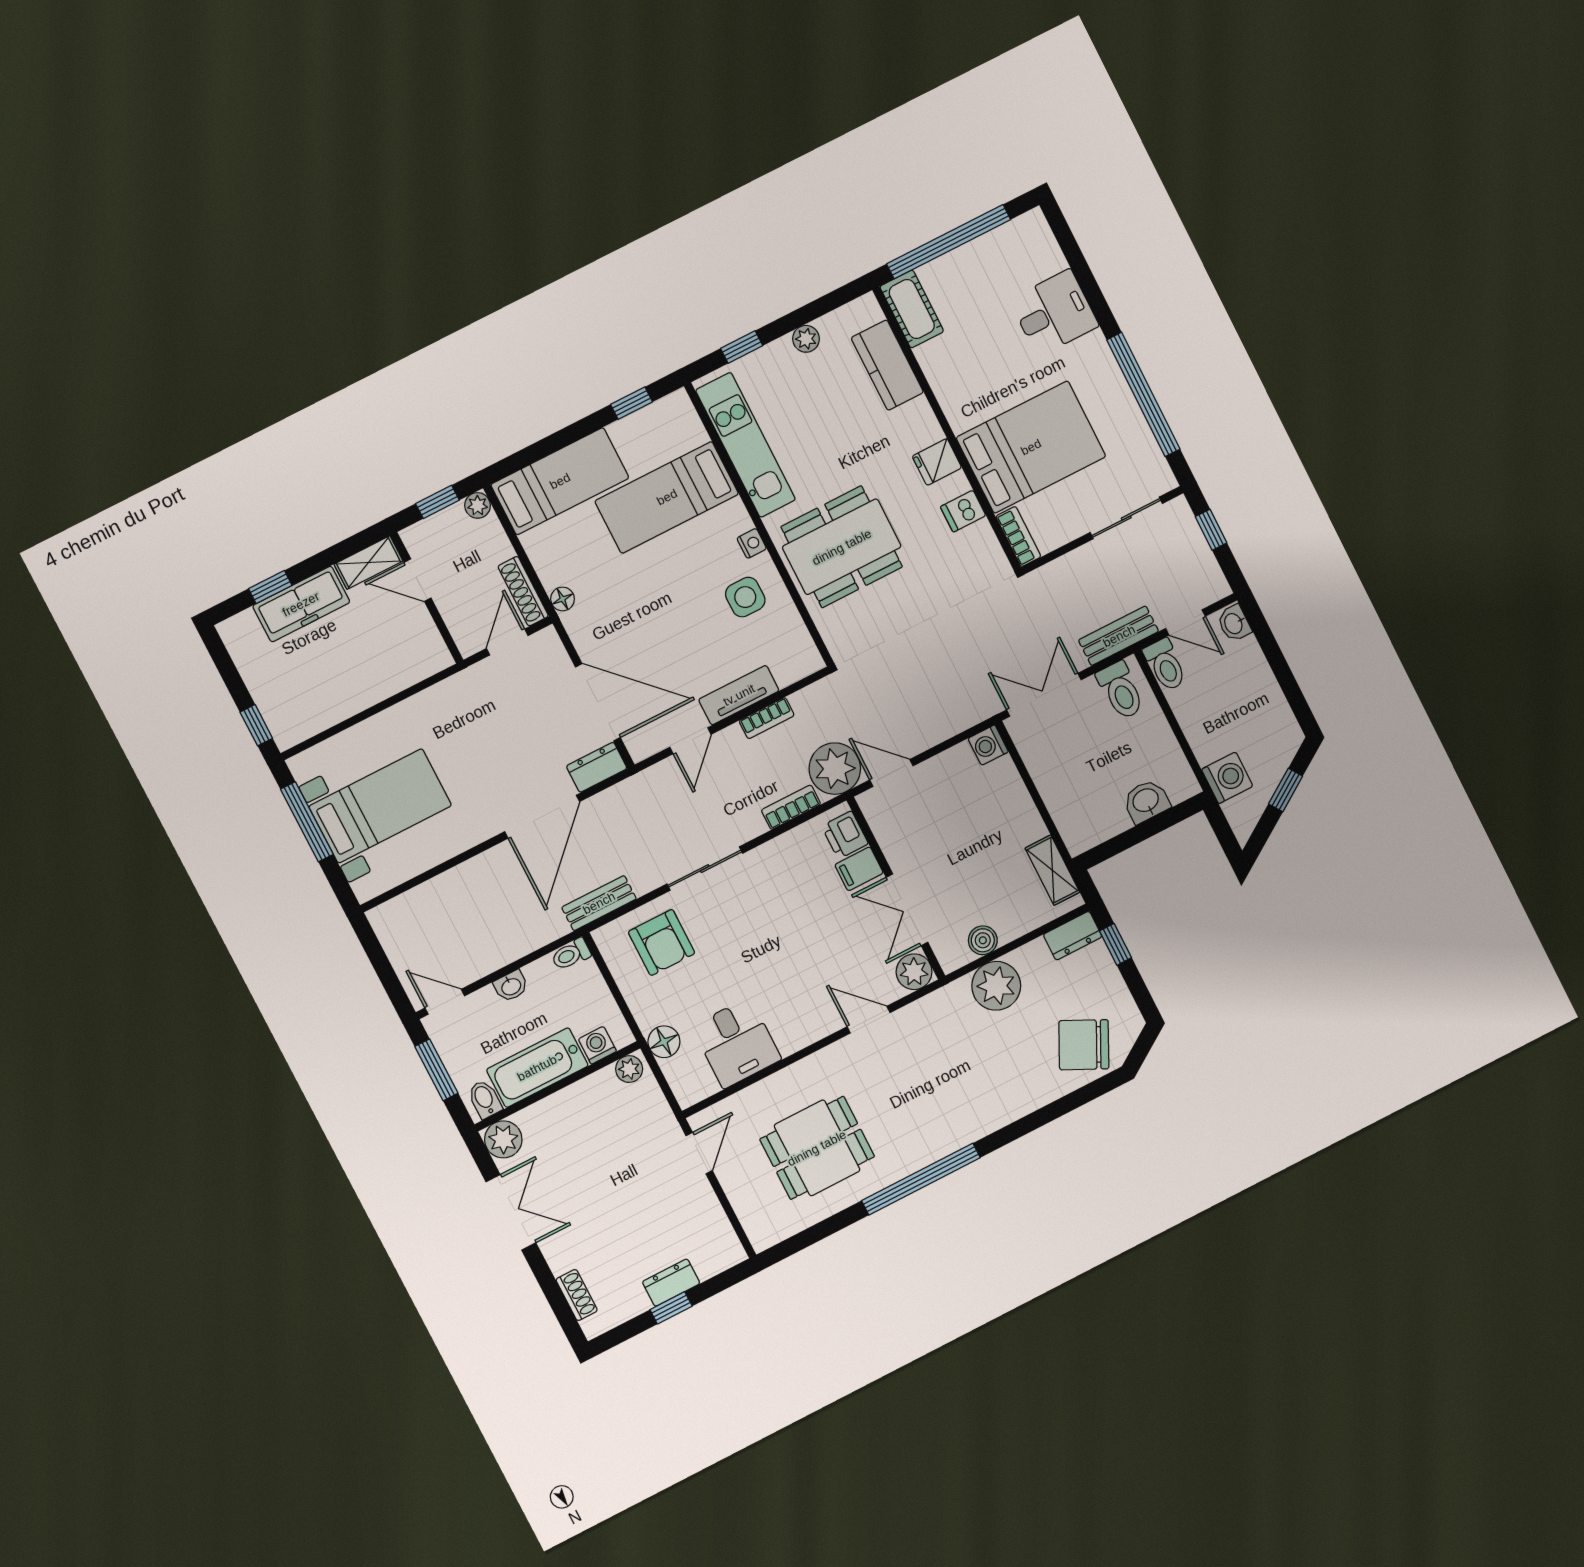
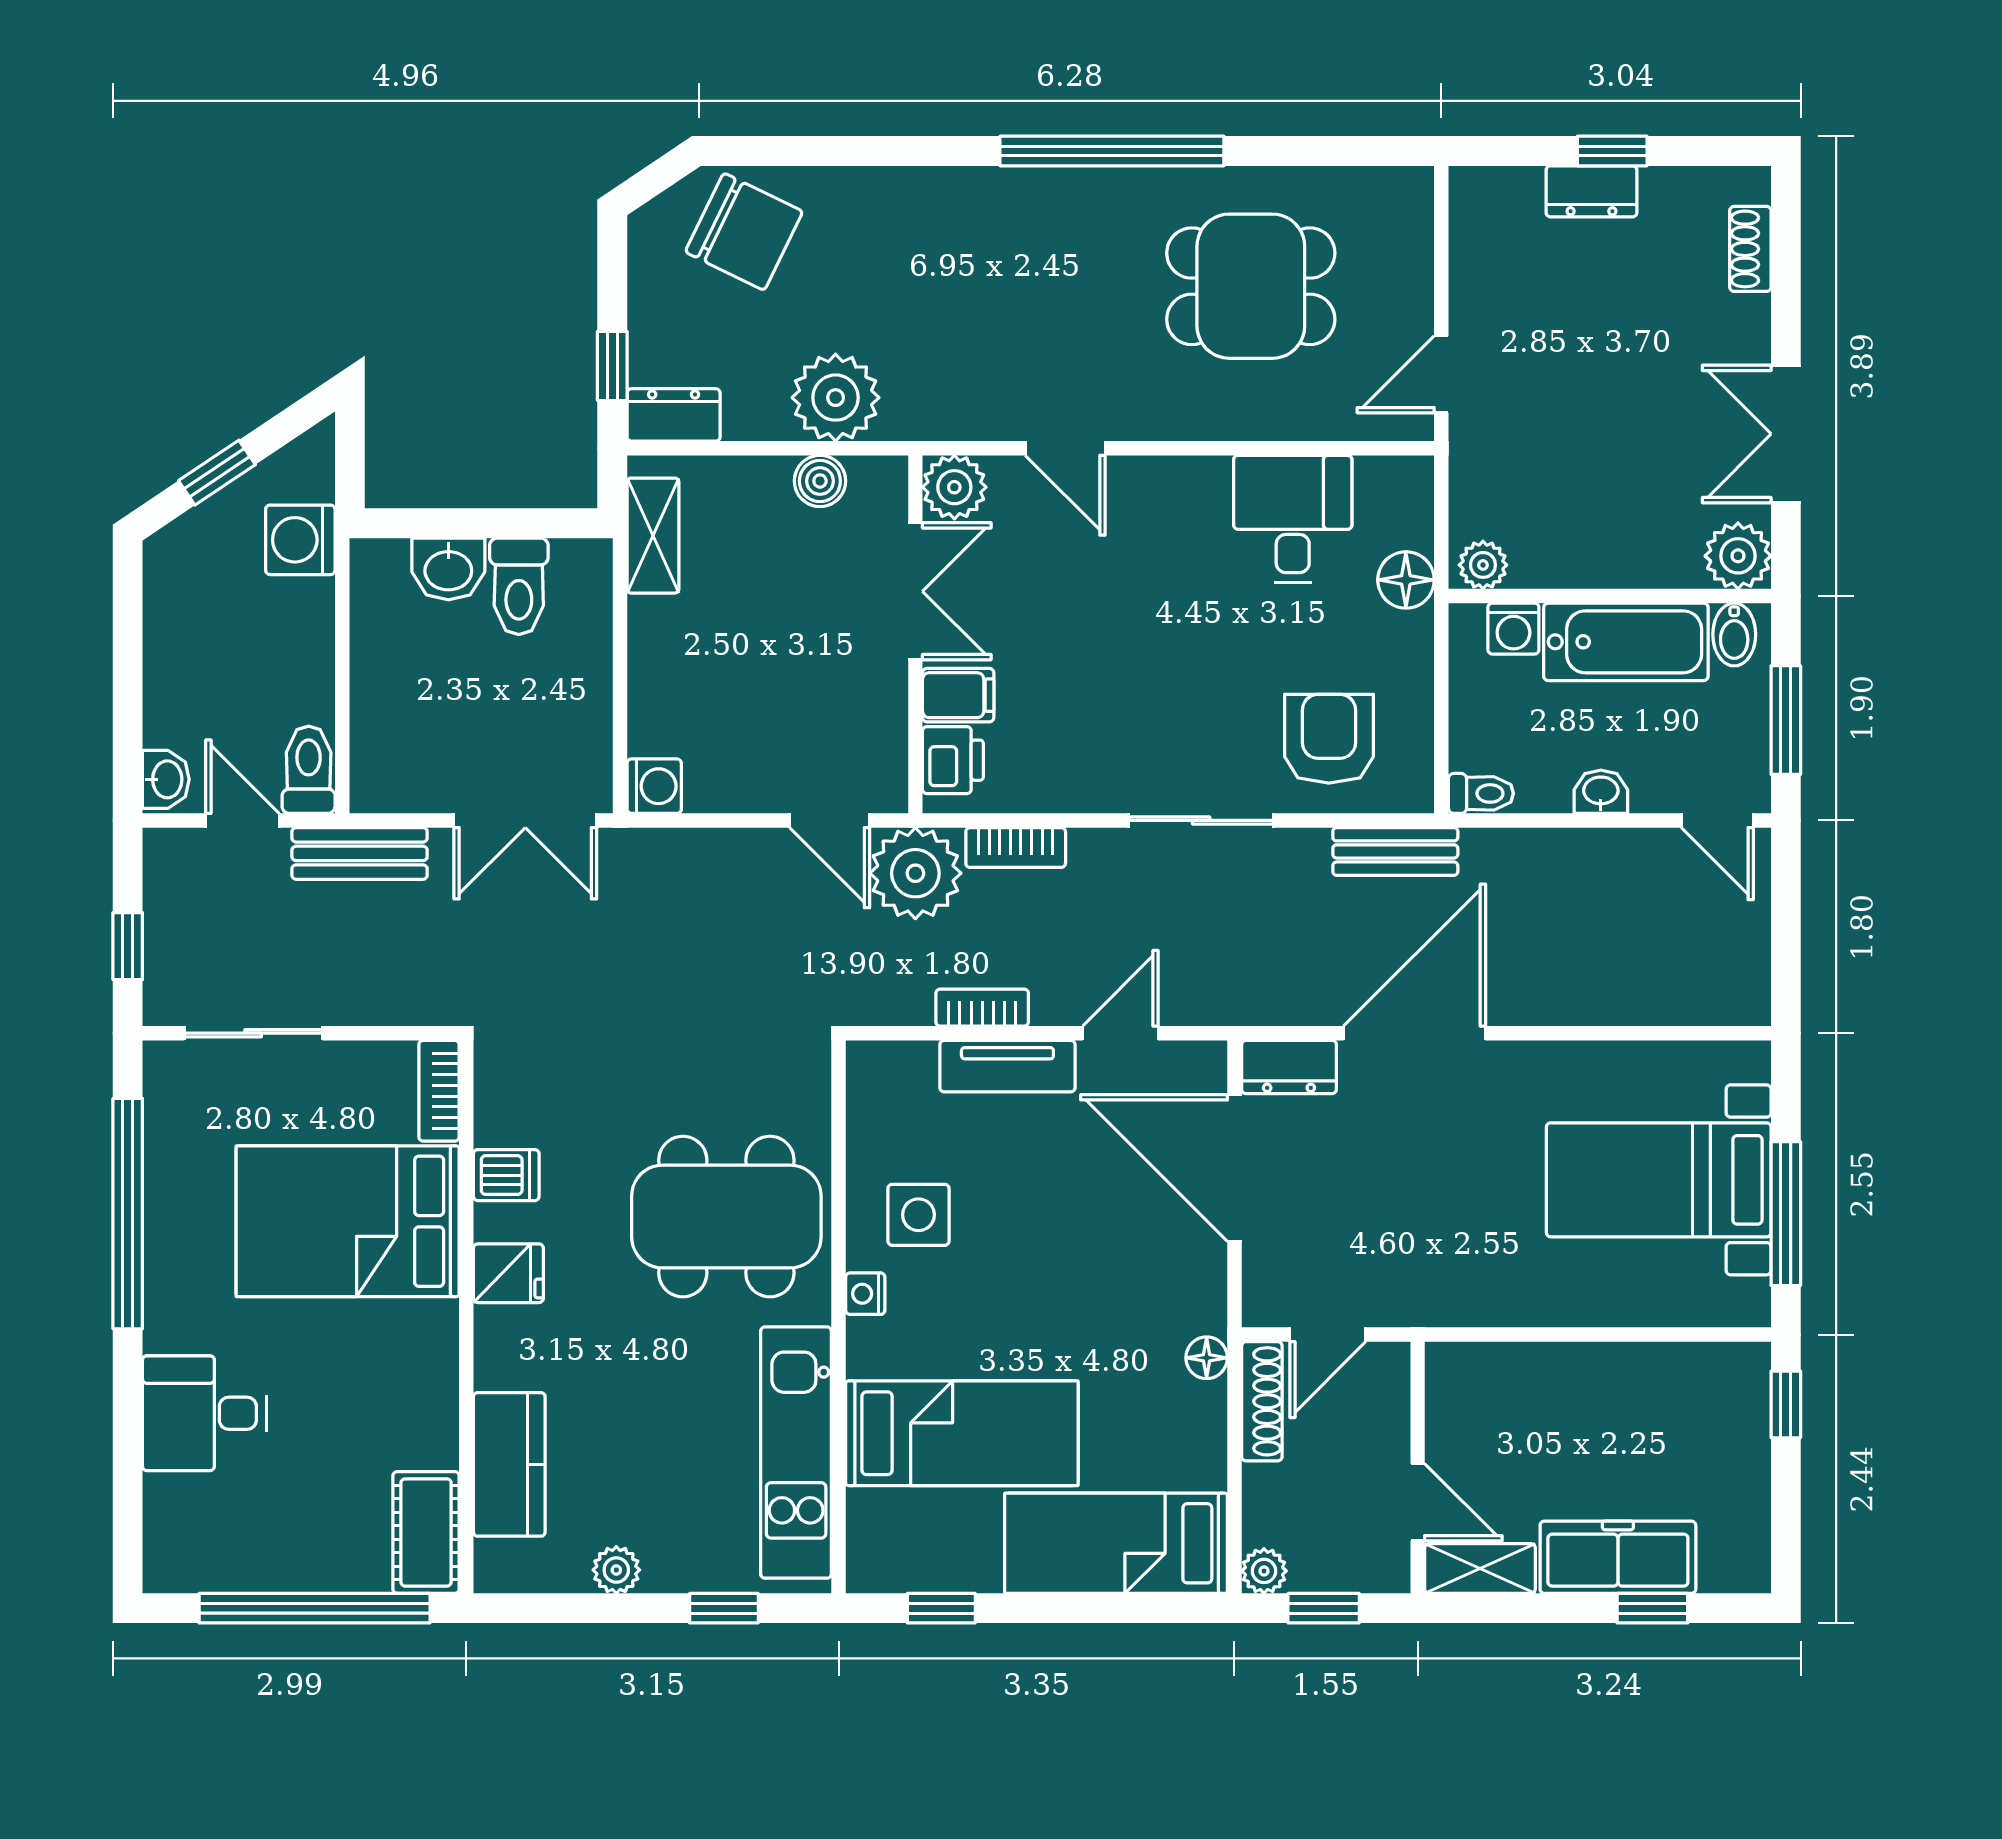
toilet: (1121, 690) -> (519, 586), moved, turned 180

